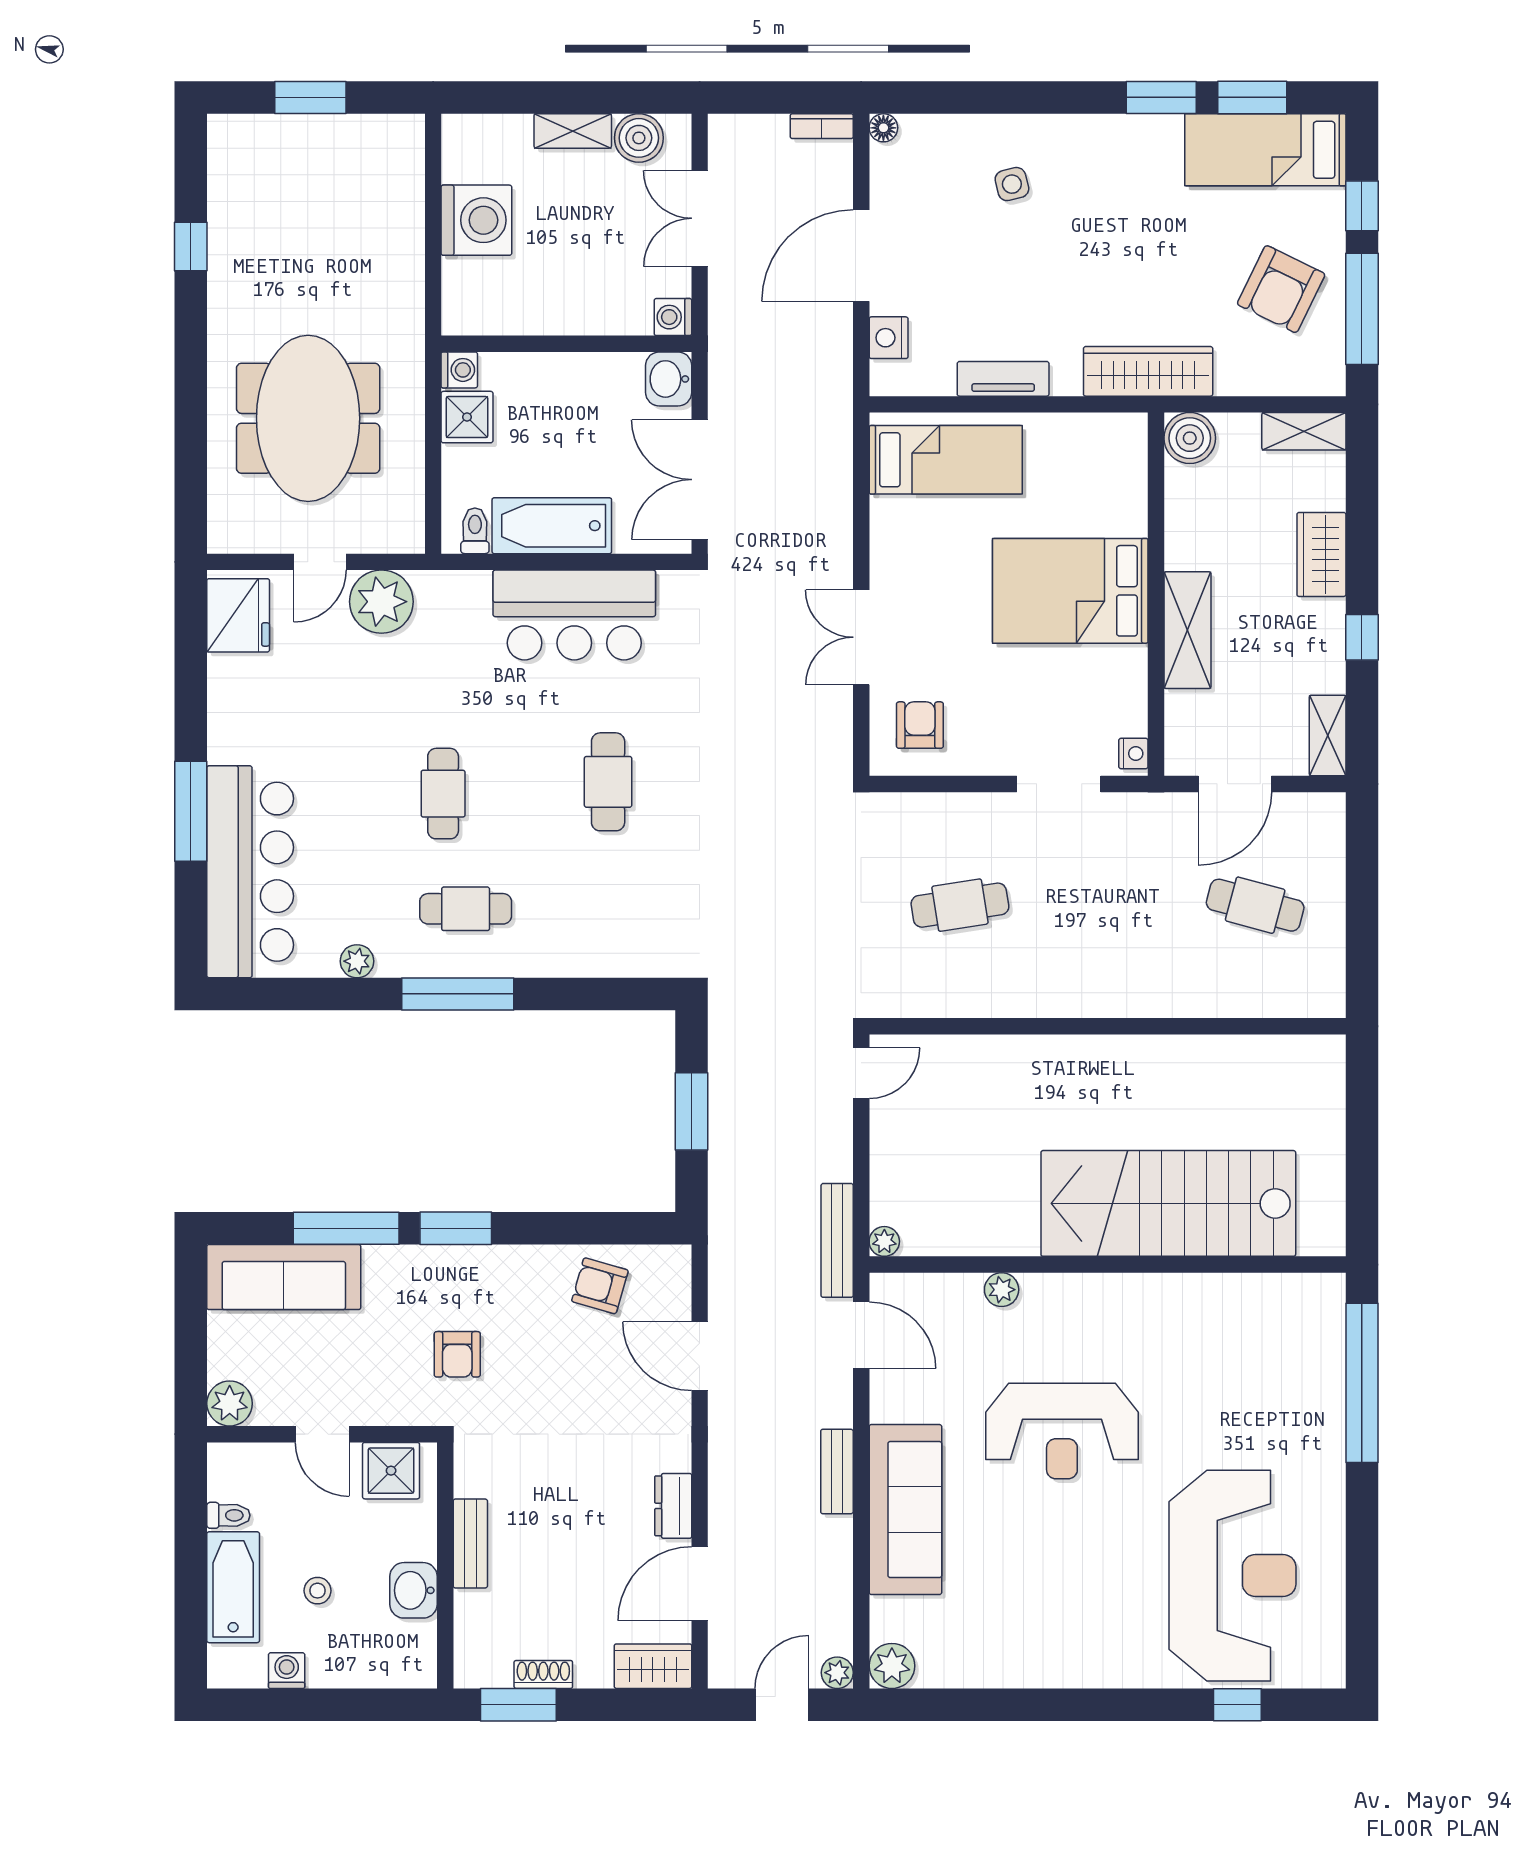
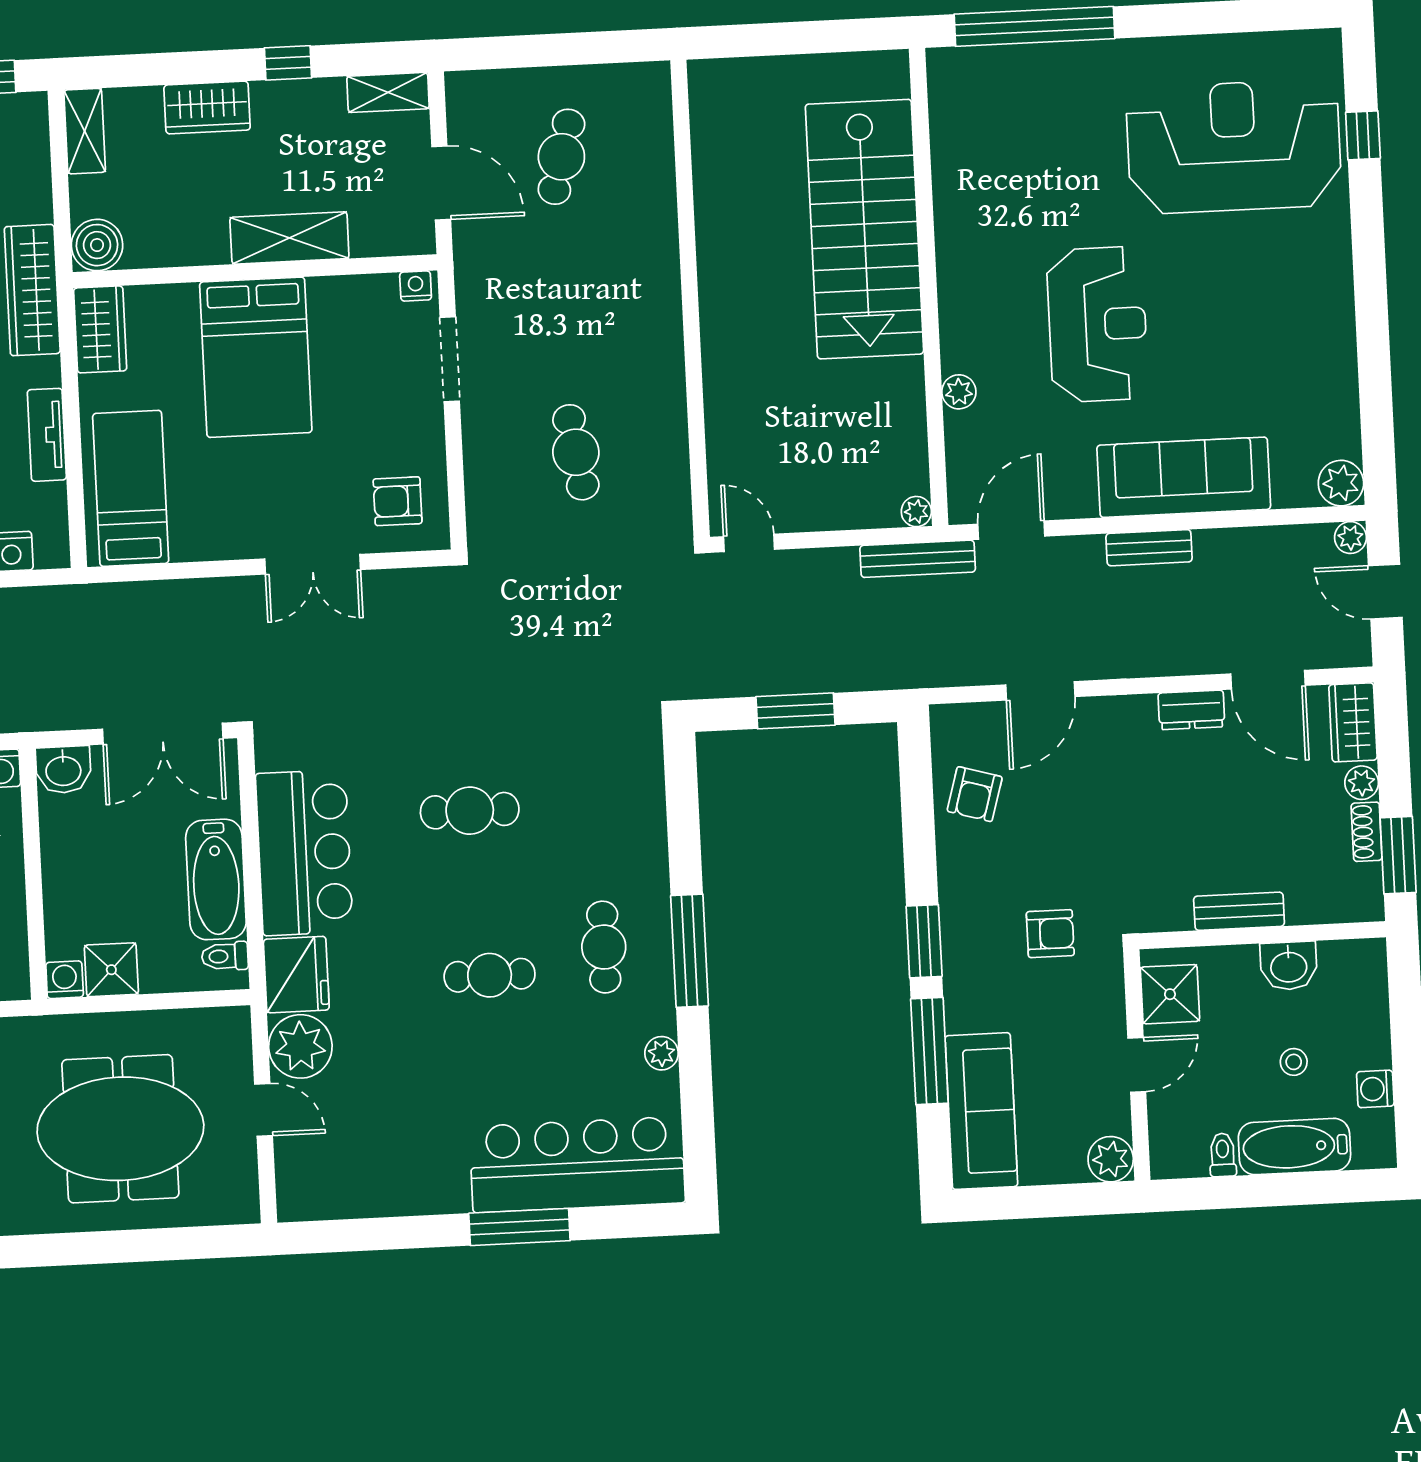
wardrobe: (1105, 437) -> (100, 329), added
fridge: (238, 615) -> (296, 975), moved, turned 90
plant: (592, 1672) -> (1362, 783), added

